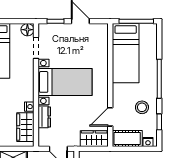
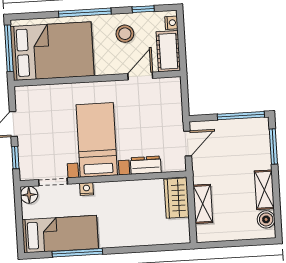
bed: (126, 53) -> (52, 51), width x1.50
nightstand: (29, 107) -> (86, 189), moved
door: (110, 117) -> (140, 76), swing flipped
wardrobe: (25, 127) -> (177, 198), moved, turned 90
wardrobe: (94, 139) -> (171, 96), removed

